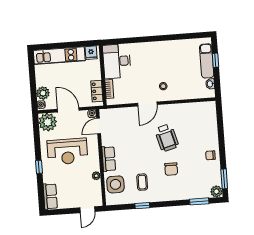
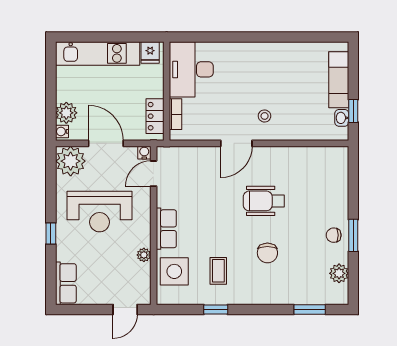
window: (215, 60) -> (353, 111), moved
wheelchair: (167, 138) -> (264, 201), turned 105
window: (224, 179) -> (353, 235), moved
plant: (216, 191) -> (339, 273), moved

